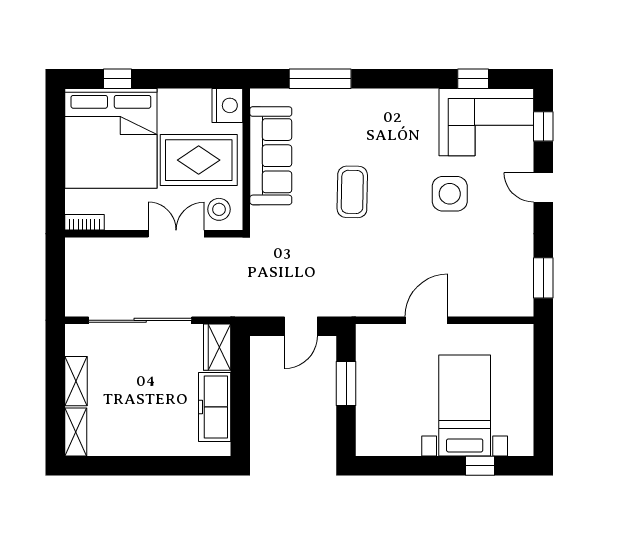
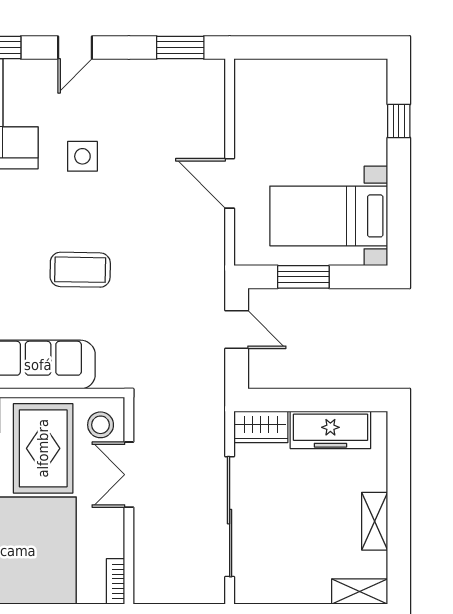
side table: (450, 194) -> (82, 156), width x0.73, depth x0.73
shelving: (76, 381) -> (375, 521), moved, turned 90
bed with nightstands: (465, 405) -> (329, 216), moved

